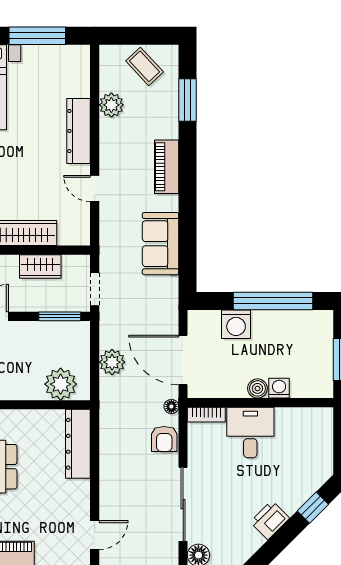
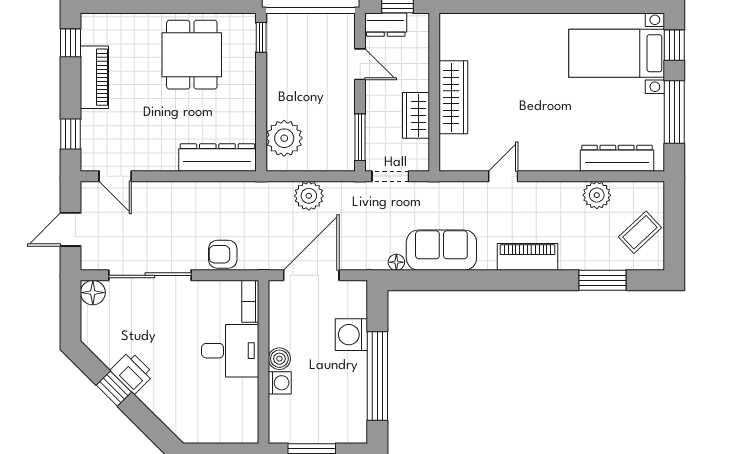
dresser: (78, 131) -> (617, 158), moved
floor lamp: (171, 406) -> (396, 262), moved
window: (313, 508) -> (114, 389), moved

